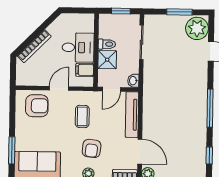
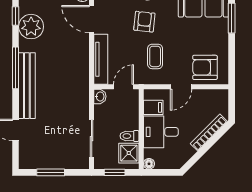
floor lamp: (89, 18) -> (149, 164), added
plant: (197, 28) -> (31, 27), moved
shower: (107, 60) -> (129, 153), moved
bench: (200, 92) -> (27, 86), added

